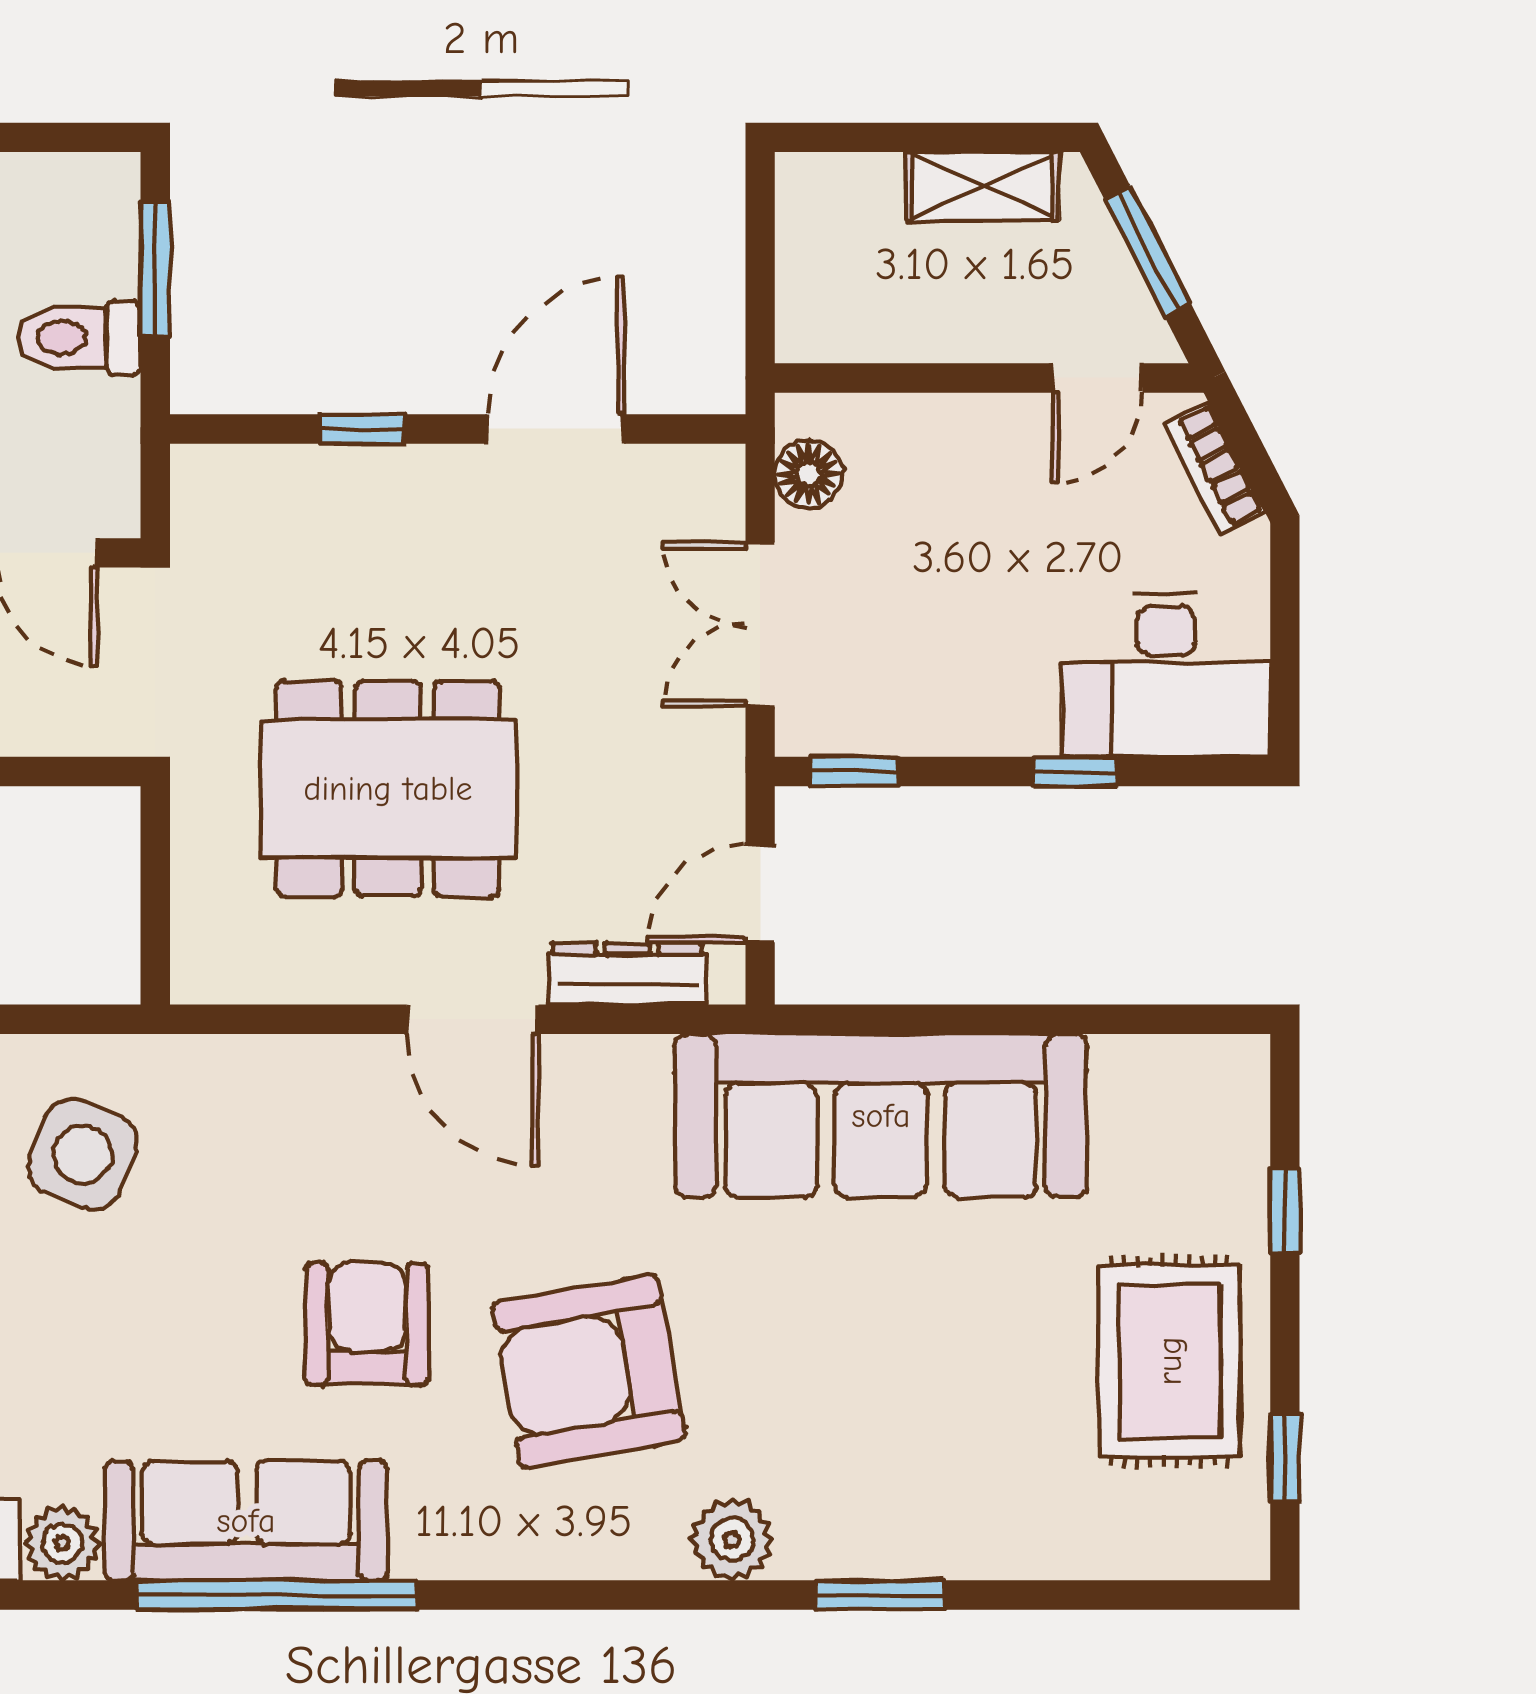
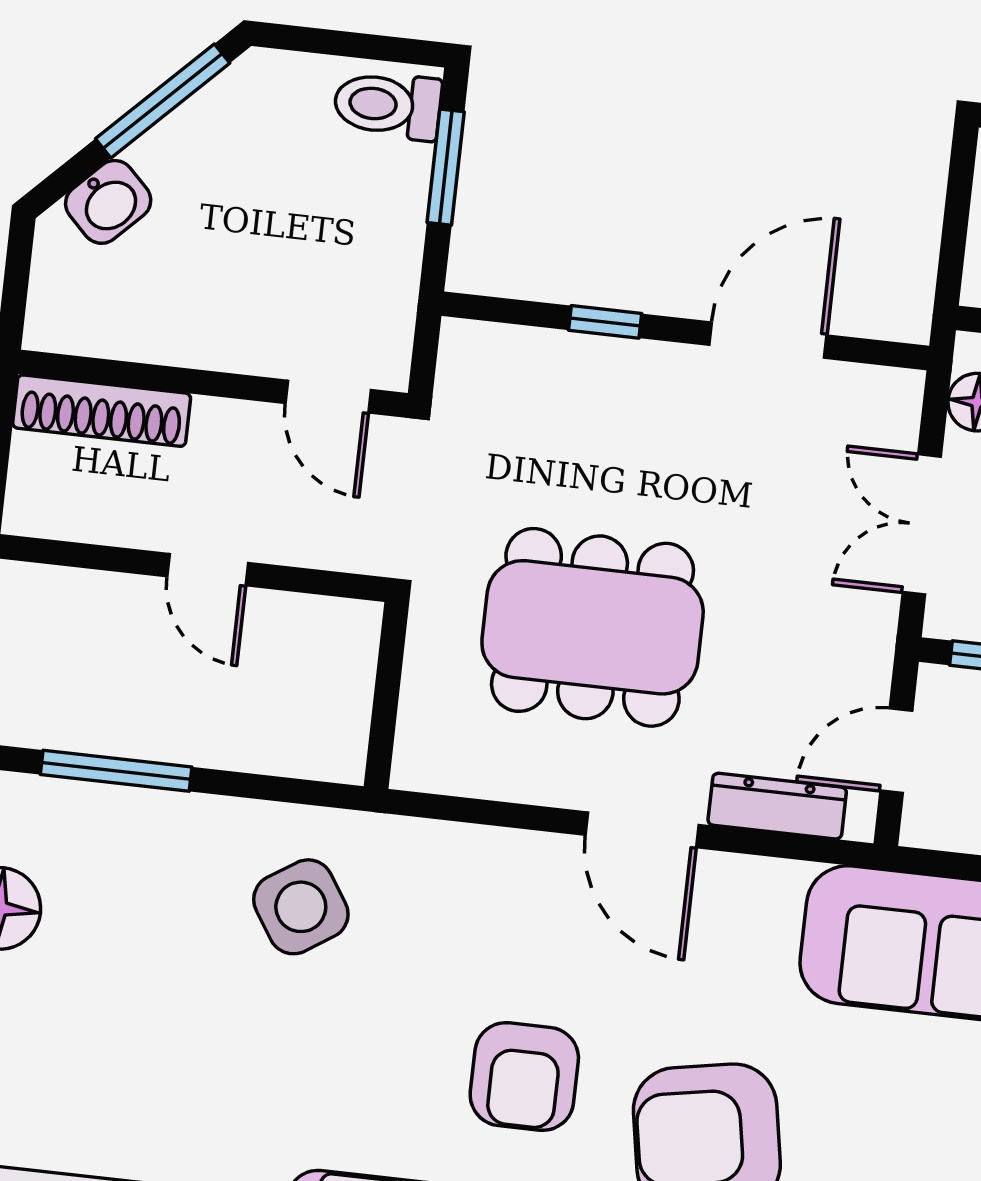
toilet: (79, 338) -> (388, 105), moved
side table: (83, 1154) -> (301, 907), turned 34
armchair: (367, 1324) -> (524, 1077), turned 180

